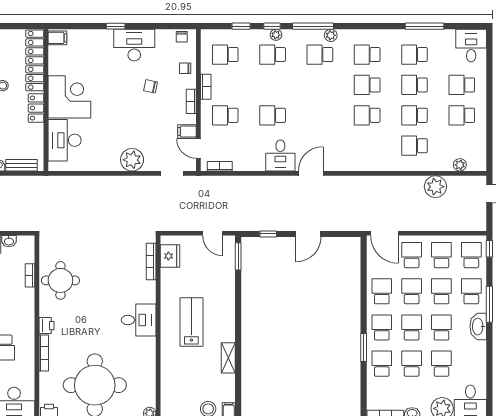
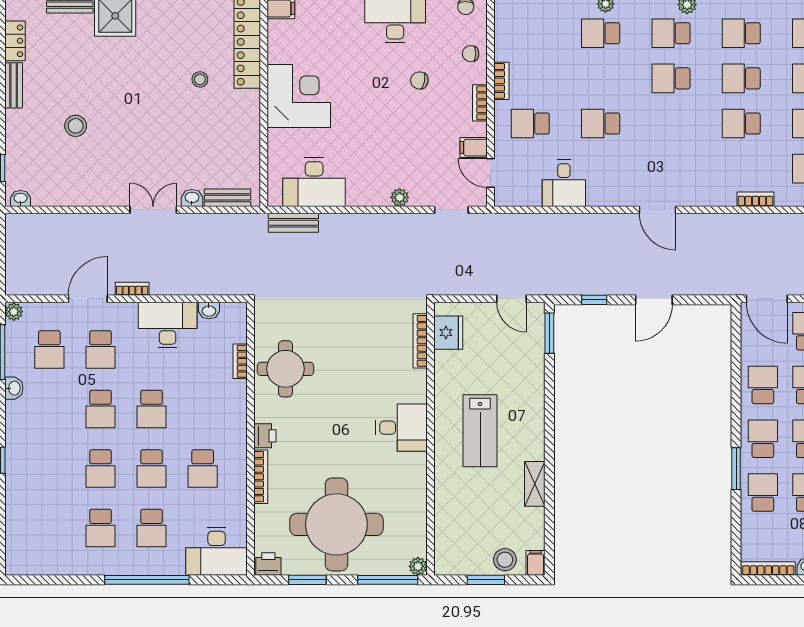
school desk: (225, 55) -> (671, 78), moved
locker: (36, 108) -> (249, 113), removed
desk: (65, 140) -> (314, 182), moved, turned -90
desk: (280, 156) -> (564, 183), moved
plant: (132, 160) -> (400, 197), width x0.53, depth x0.53
bookcase: (220, 166) -> (755, 199), moved
door: (311, 173) -> (657, 210), swing flipped
bench: (66, 182) -> (293, 223), added
lab bench: (191, 322) -> (480, 431), turned 180

